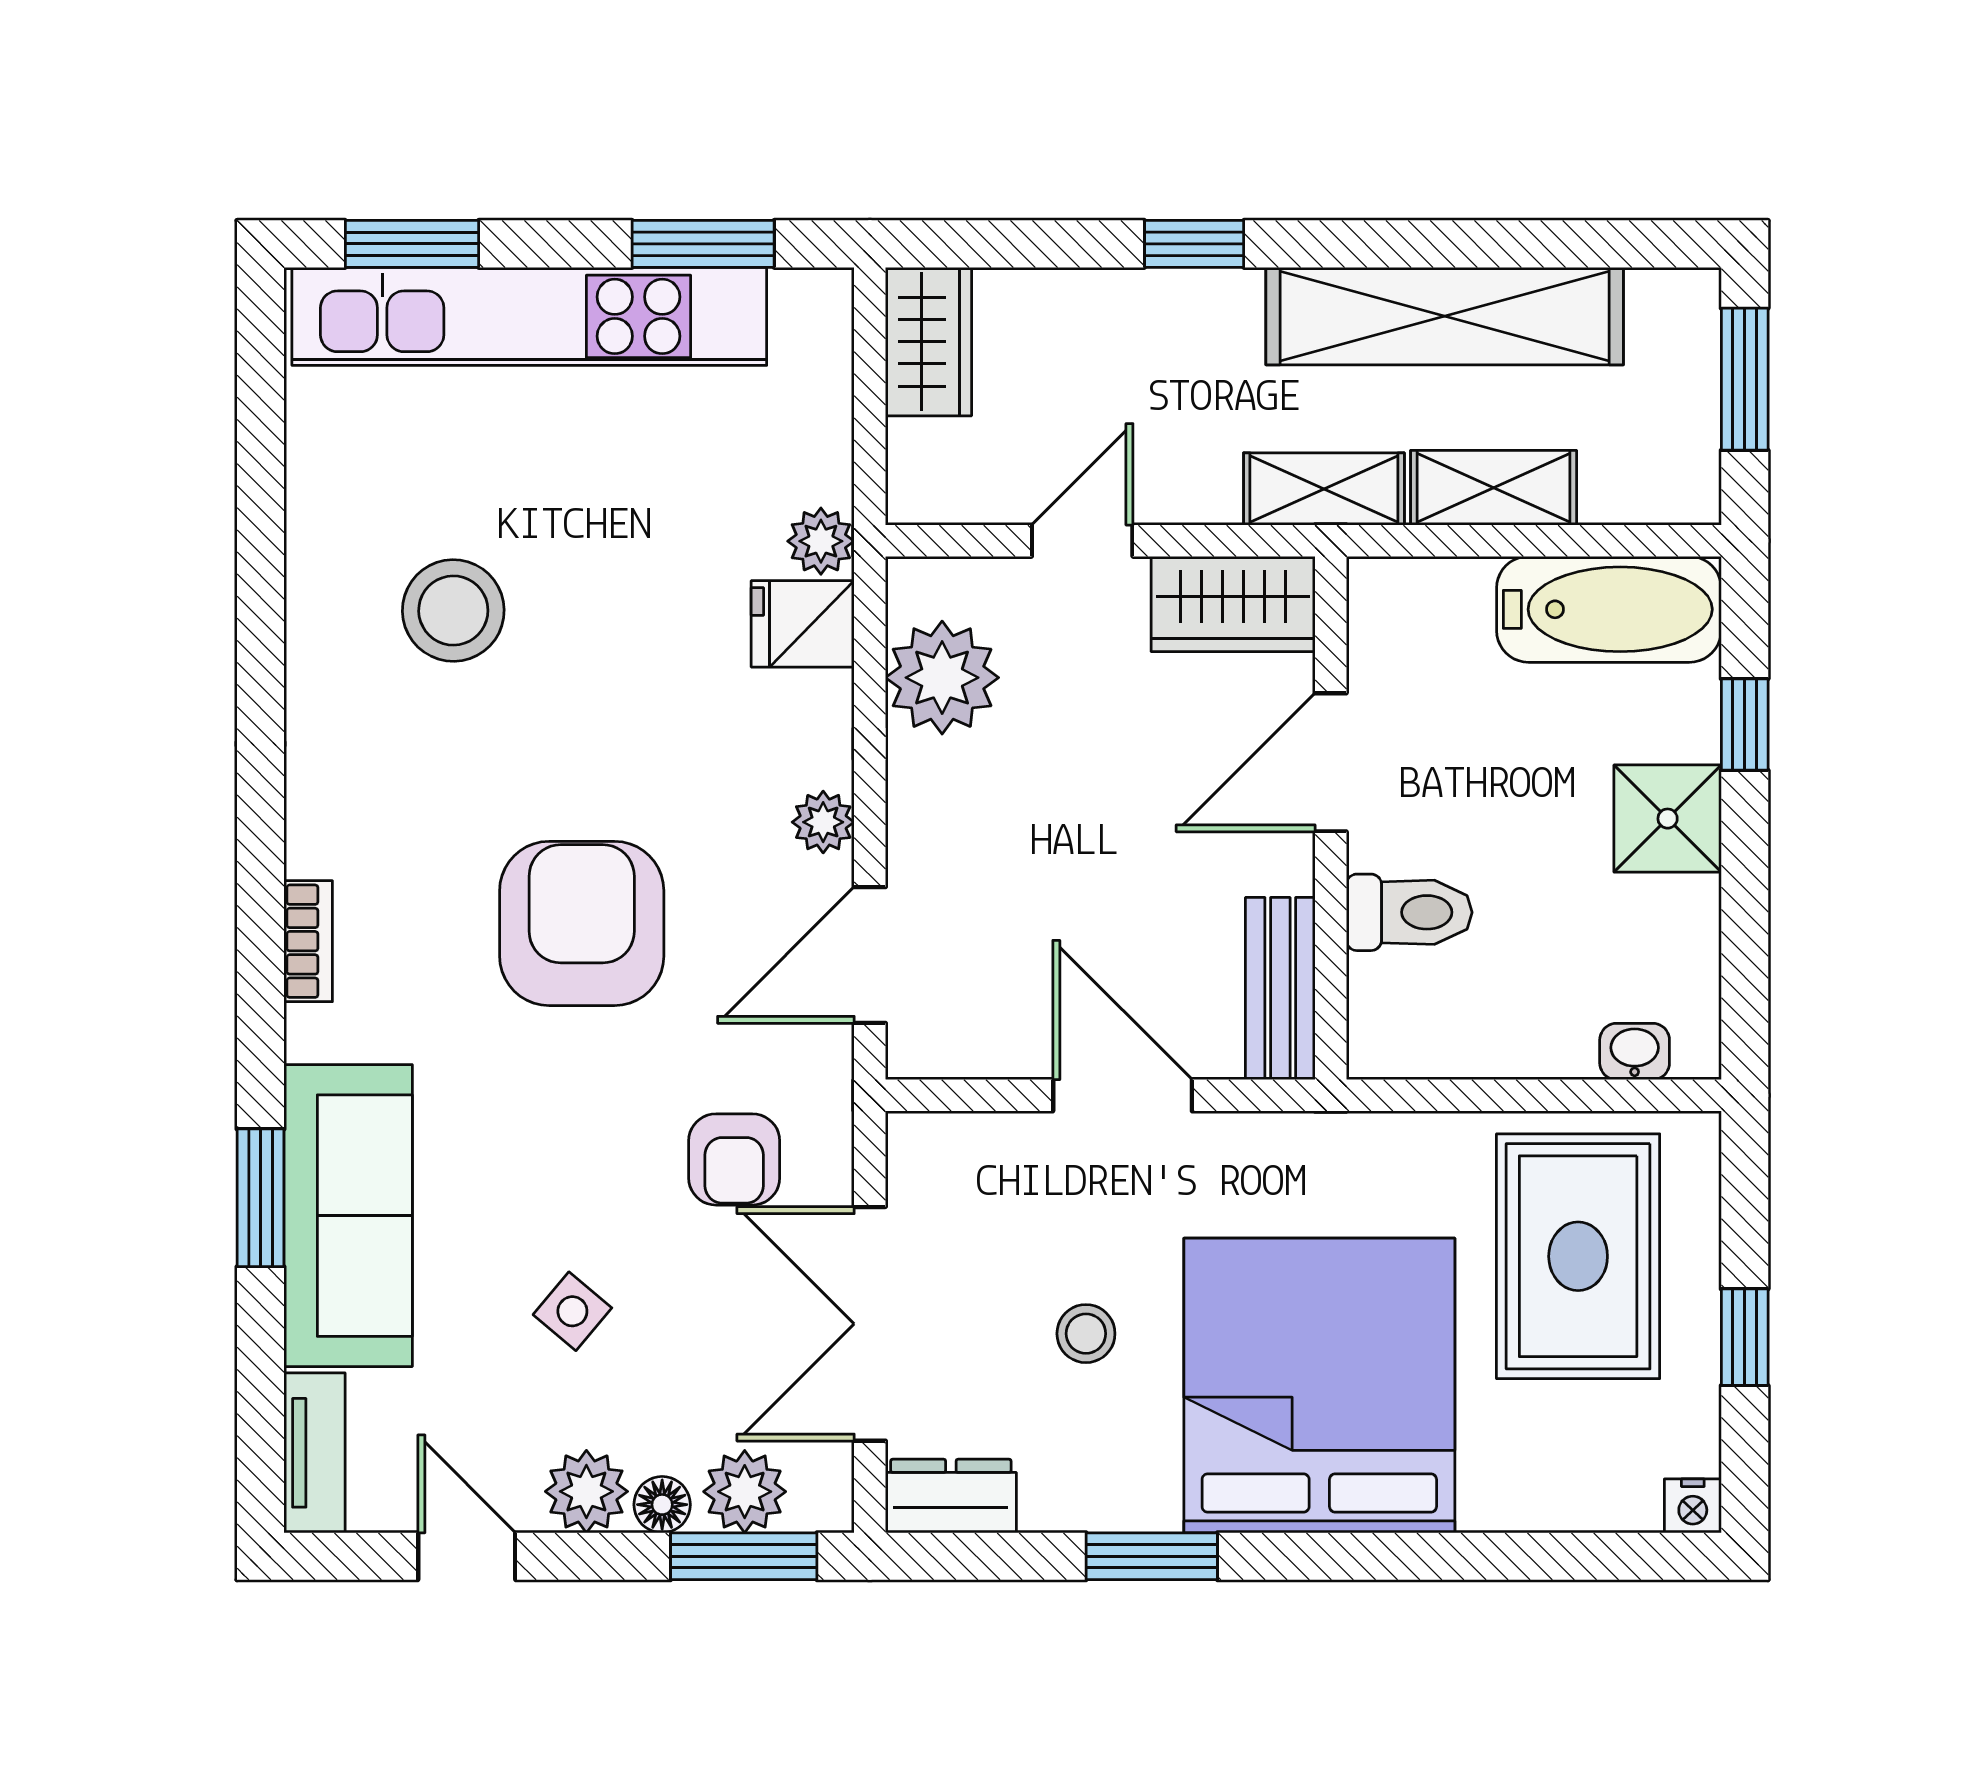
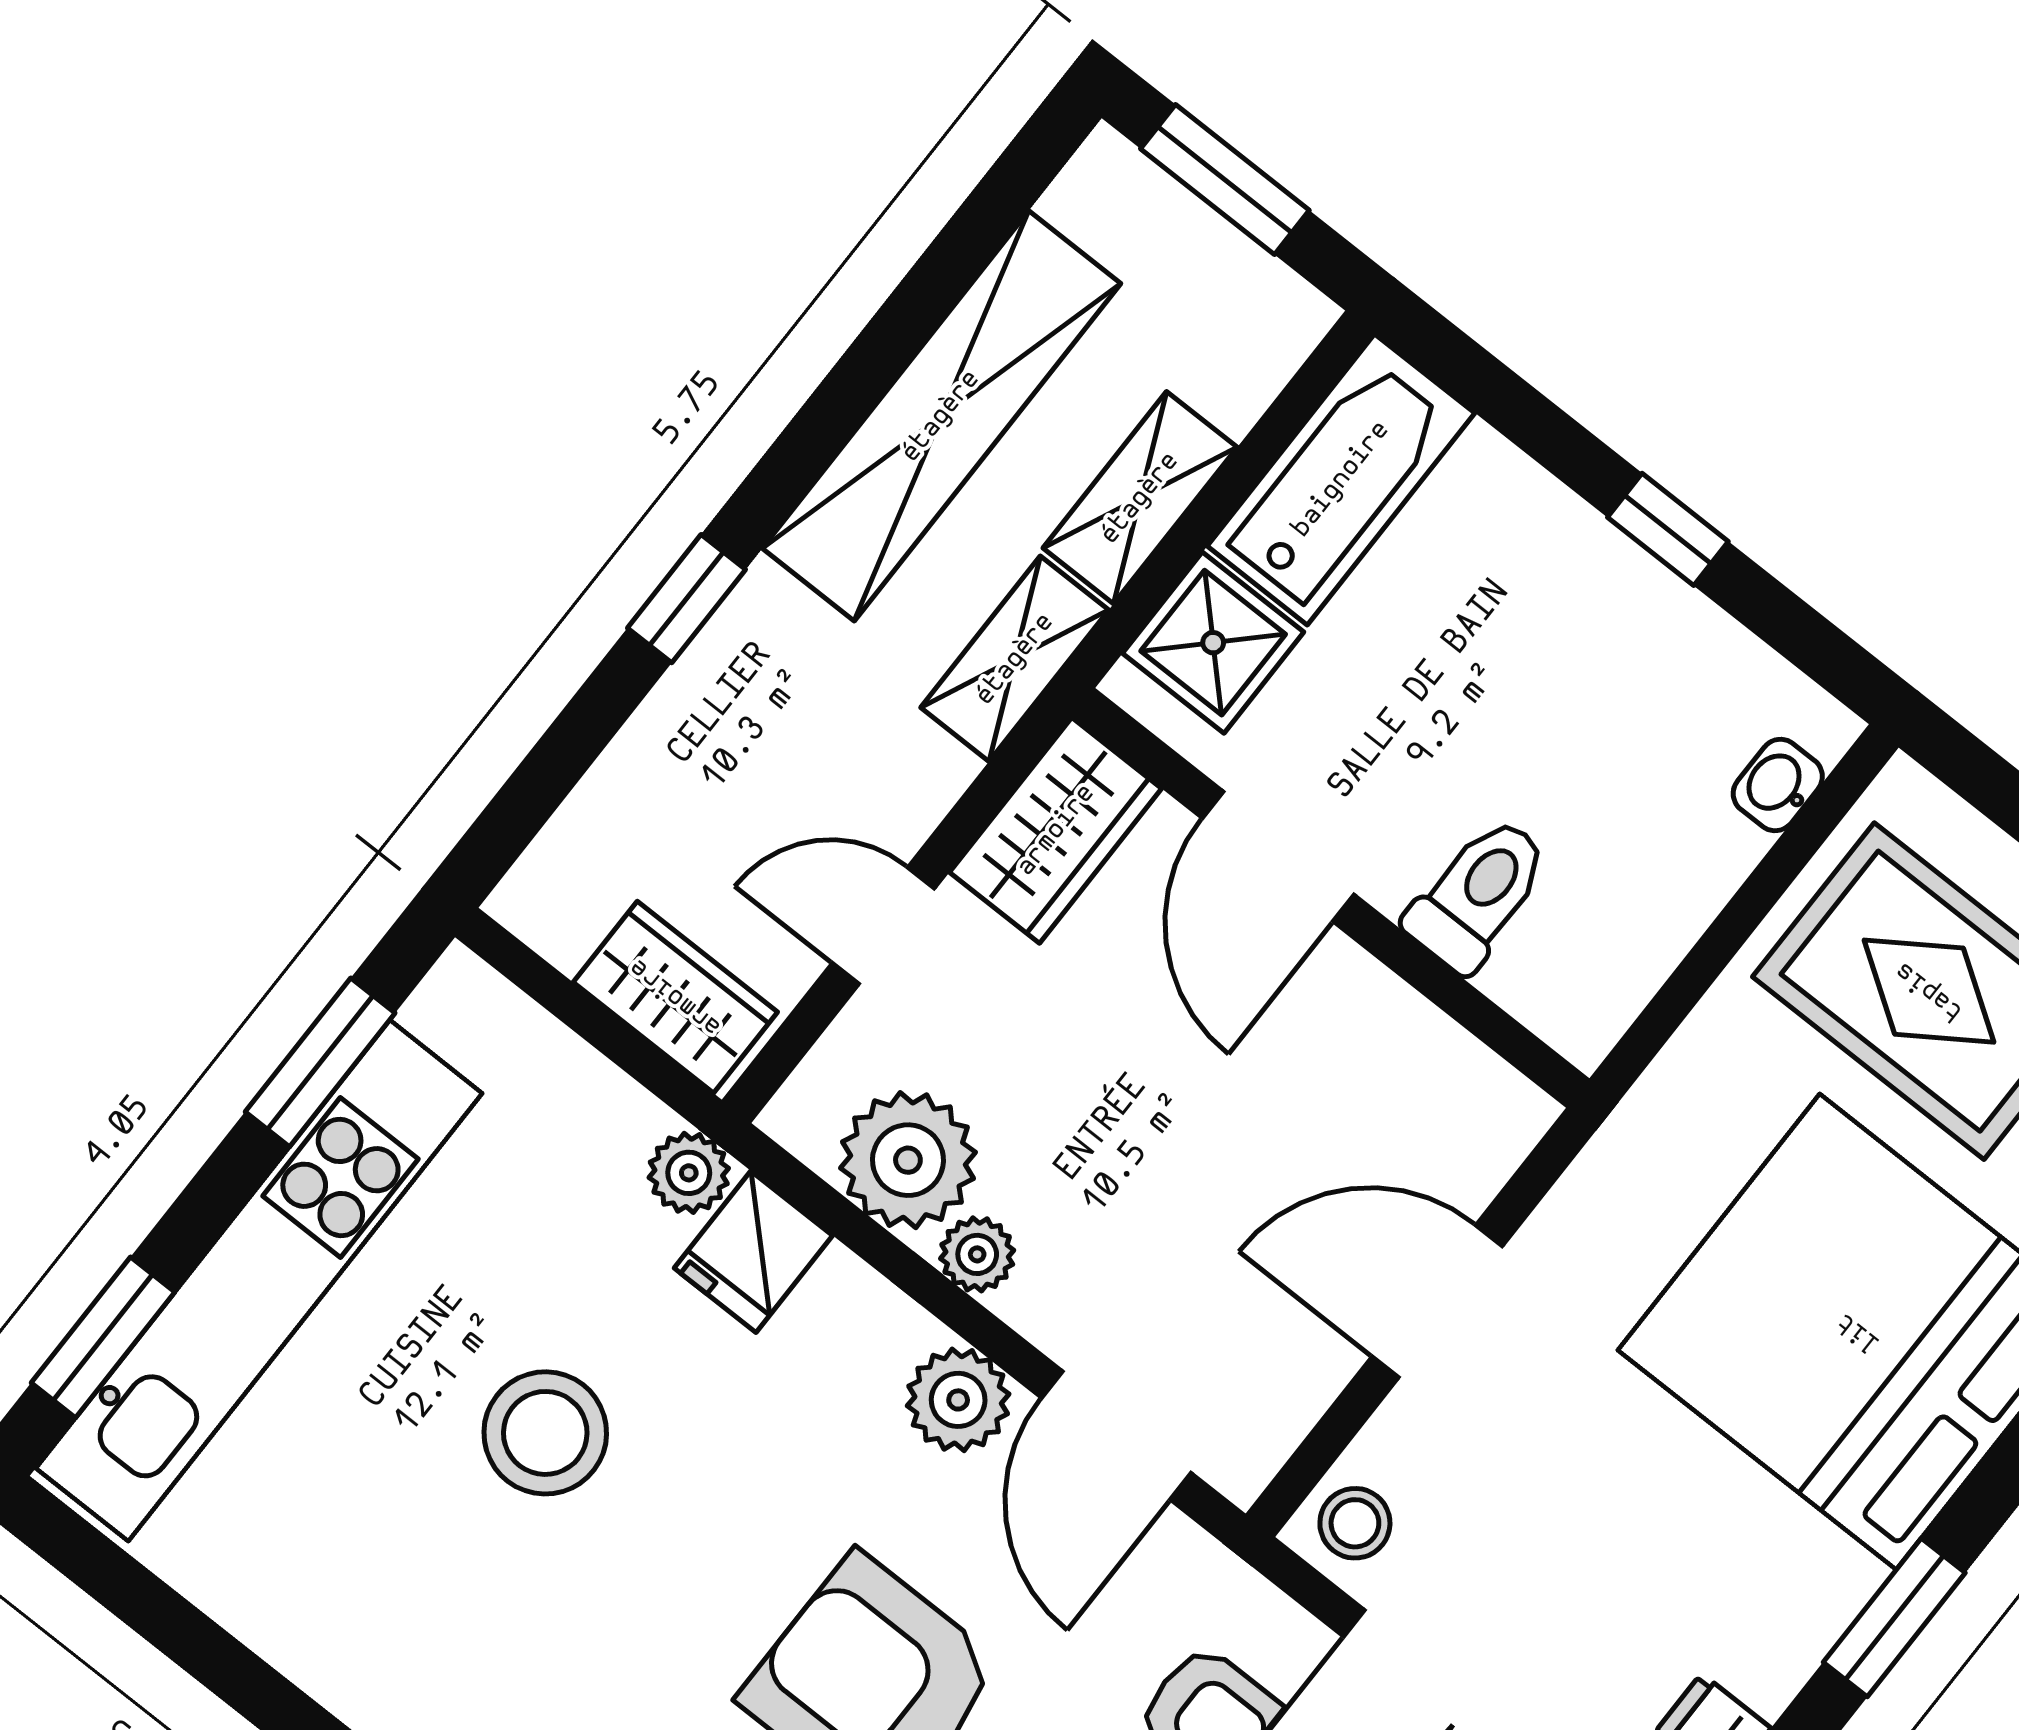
wardrobe: (929, 342) -> (675, 997), moved
door: (1082, 541) -> (883, 926), hinge flipped
stool: (453, 610) -> (545, 1433), moved
window: (1745, 725) -> (1668, 529), moved
plant: (916, 771) -> (977, 1254), added
shower: (1668, 819) -> (1213, 643), moved
plant: (823, 822) -> (958, 1400), width x1.38, depth x1.38
bench: (1280, 989) -> (1454, 1073), removed
stool: (1086, 1334) -> (1355, 1523), moved

